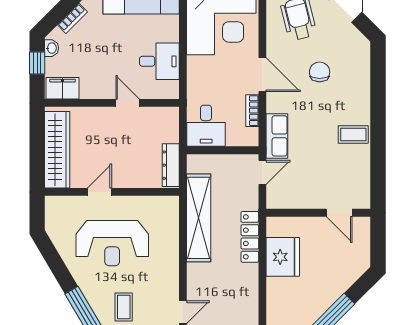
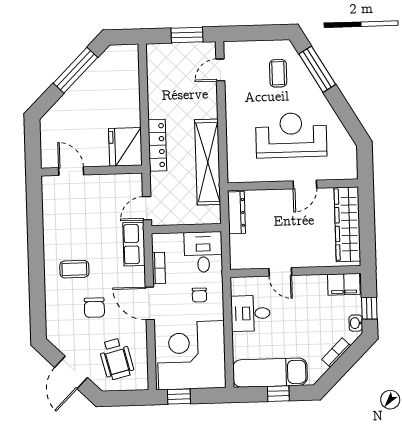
chair: (211, 82) -> (199, 295), added
coffee table: (353, 134) -> (74, 269), moved
fridge: (283, 257) -> (125, 147), moved

